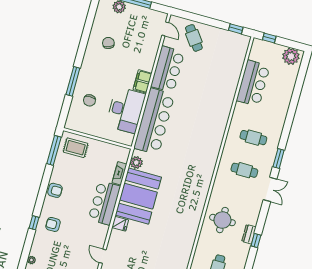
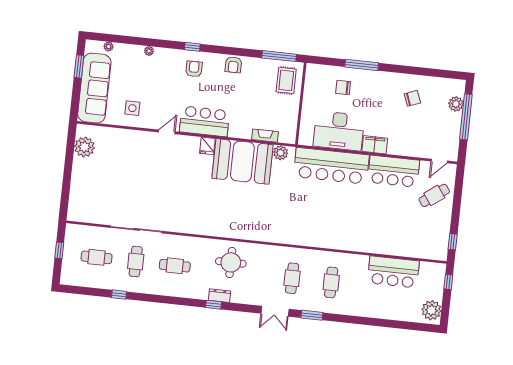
bar counter: (104, 203) -> (205, 121), moved

